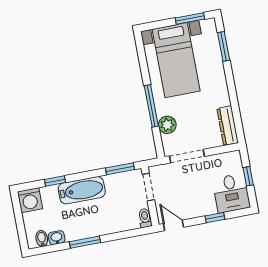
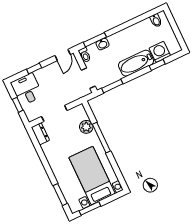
dresser: (228, 126) -> (40, 134), width x0.70
doorway: (187, 156) -> (54, 113), moved
washing machine: (30, 200) -> (160, 52), moved
door: (174, 225) -> (63, 55), hinge flipped
washbasin: (57, 238) -> (103, 44), moved
window: (85, 242) -> (95, 40), moved

